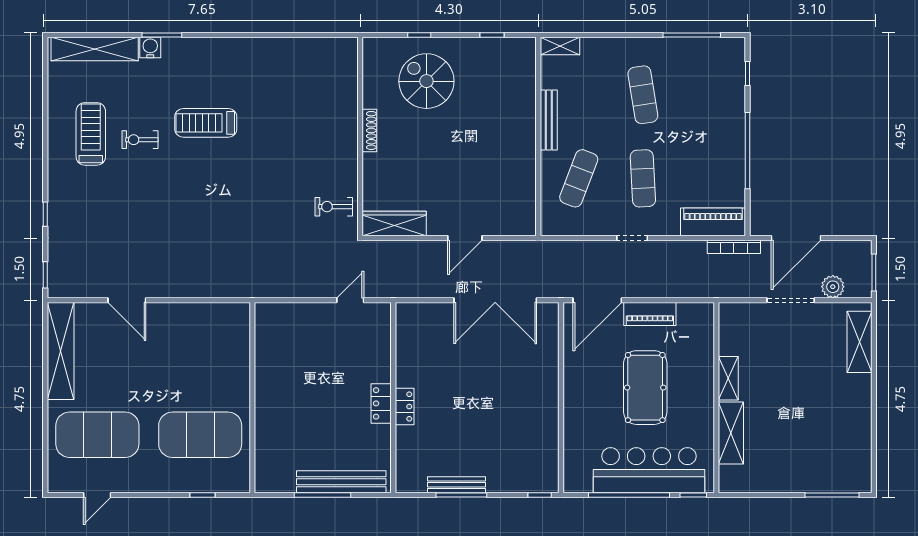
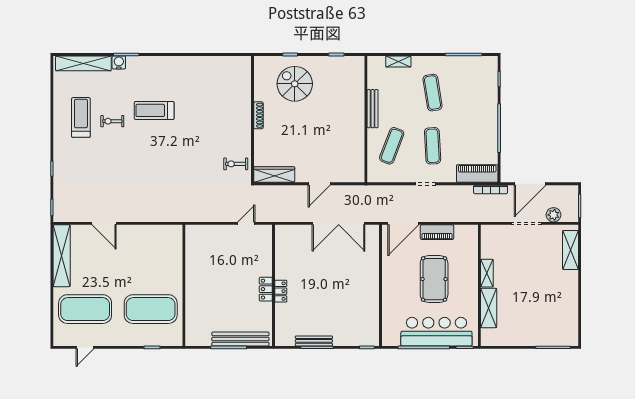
shelving: (560, 46) -> (398, 61), moved

